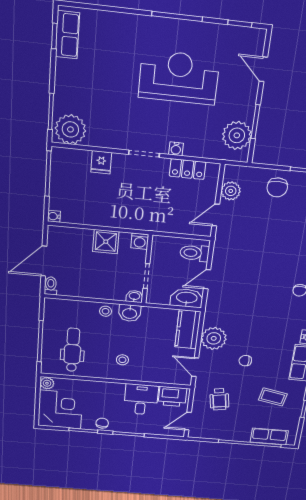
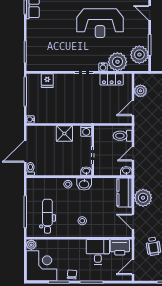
reception desk: (179, 77) -> (100, 23), turned 180
plant: (70, 129) -> (117, 62), moved
fridge: (101, 162) -> (47, 81), moved
washbasin: (187, 298) -> (126, 171), width x0.52, depth x0.69

